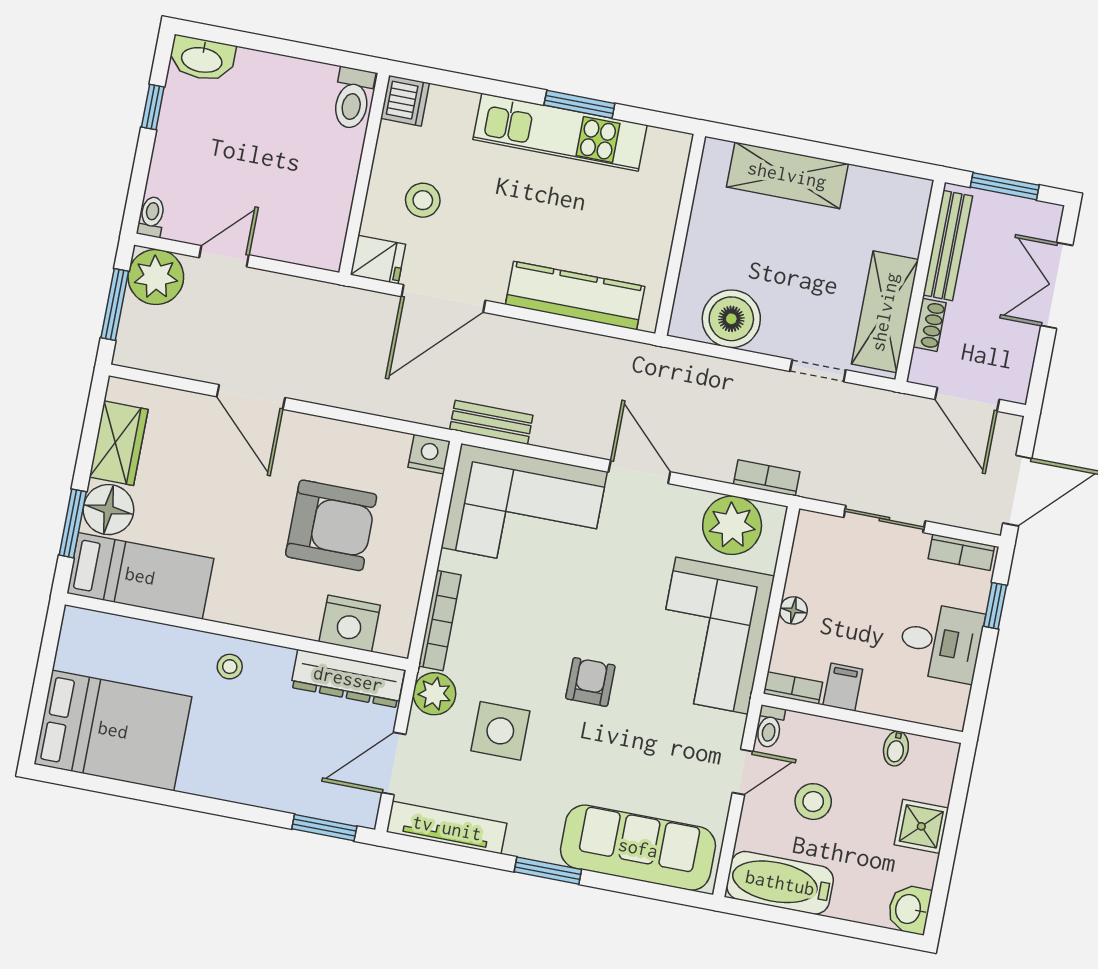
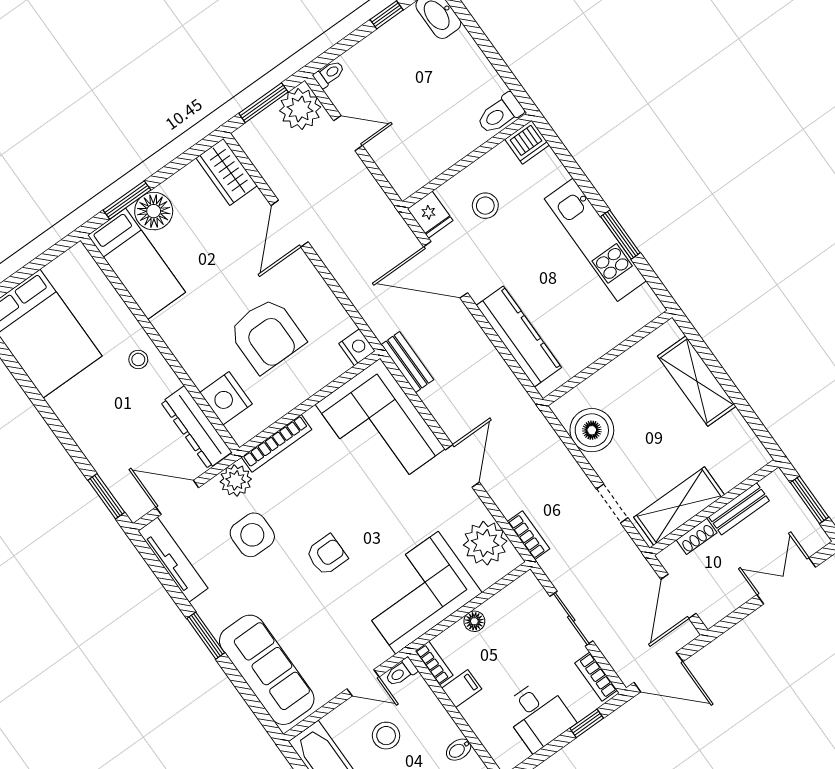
bench: (948, 246) -> (739, 509), width x0.73
wardrobe: (119, 443) -> (227, 172), moved, turned 90

